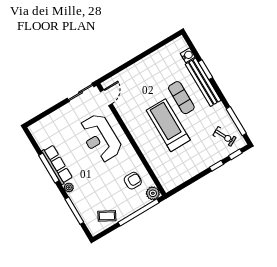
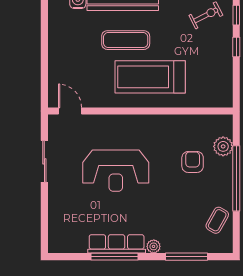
door: (106, 98) -> (70, 111), moved
wall: (131, 139) -> (140, 111), moved

